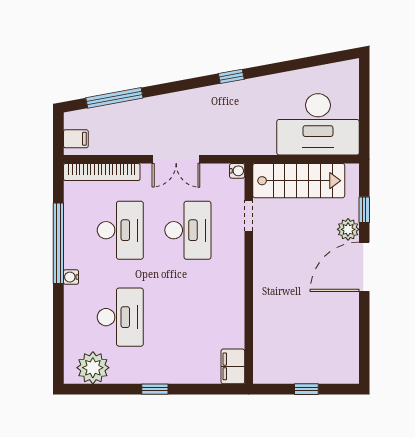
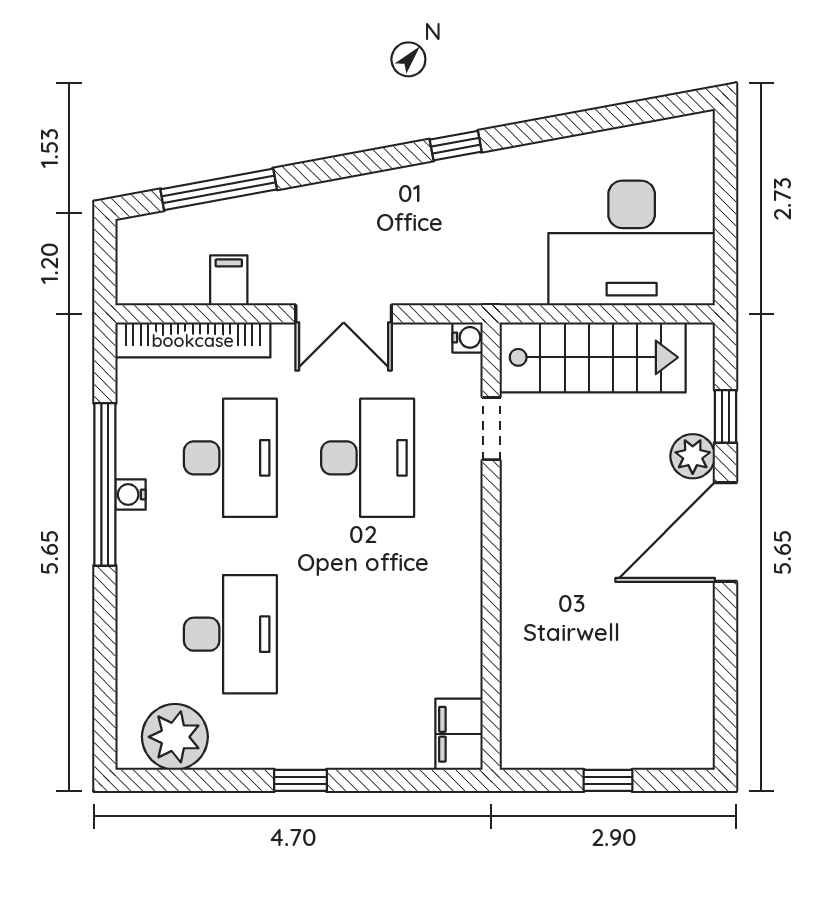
filing cabinet: (76, 139) -> (229, 280), moved, turned -90
water cooler: (71, 277) -> (131, 494), moved

